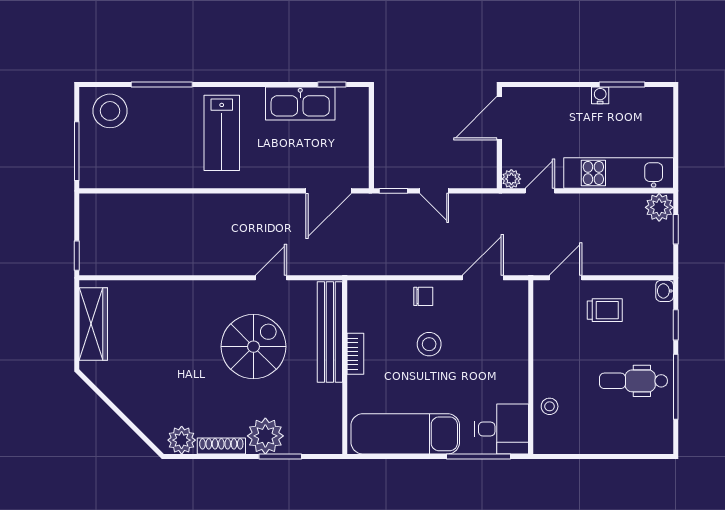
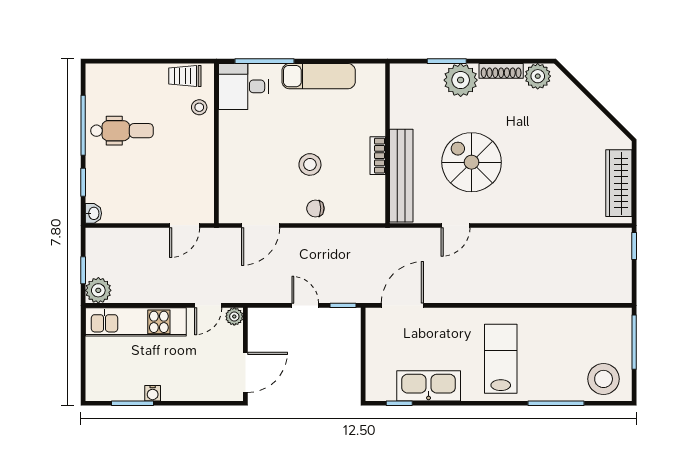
trolley: (605, 310) -> (185, 76), moved
spiral stairs: (253, 347) -> (472, 162), turned 90
exam couch: (405, 434) -> (319, 76), width x0.73, depth x0.69

